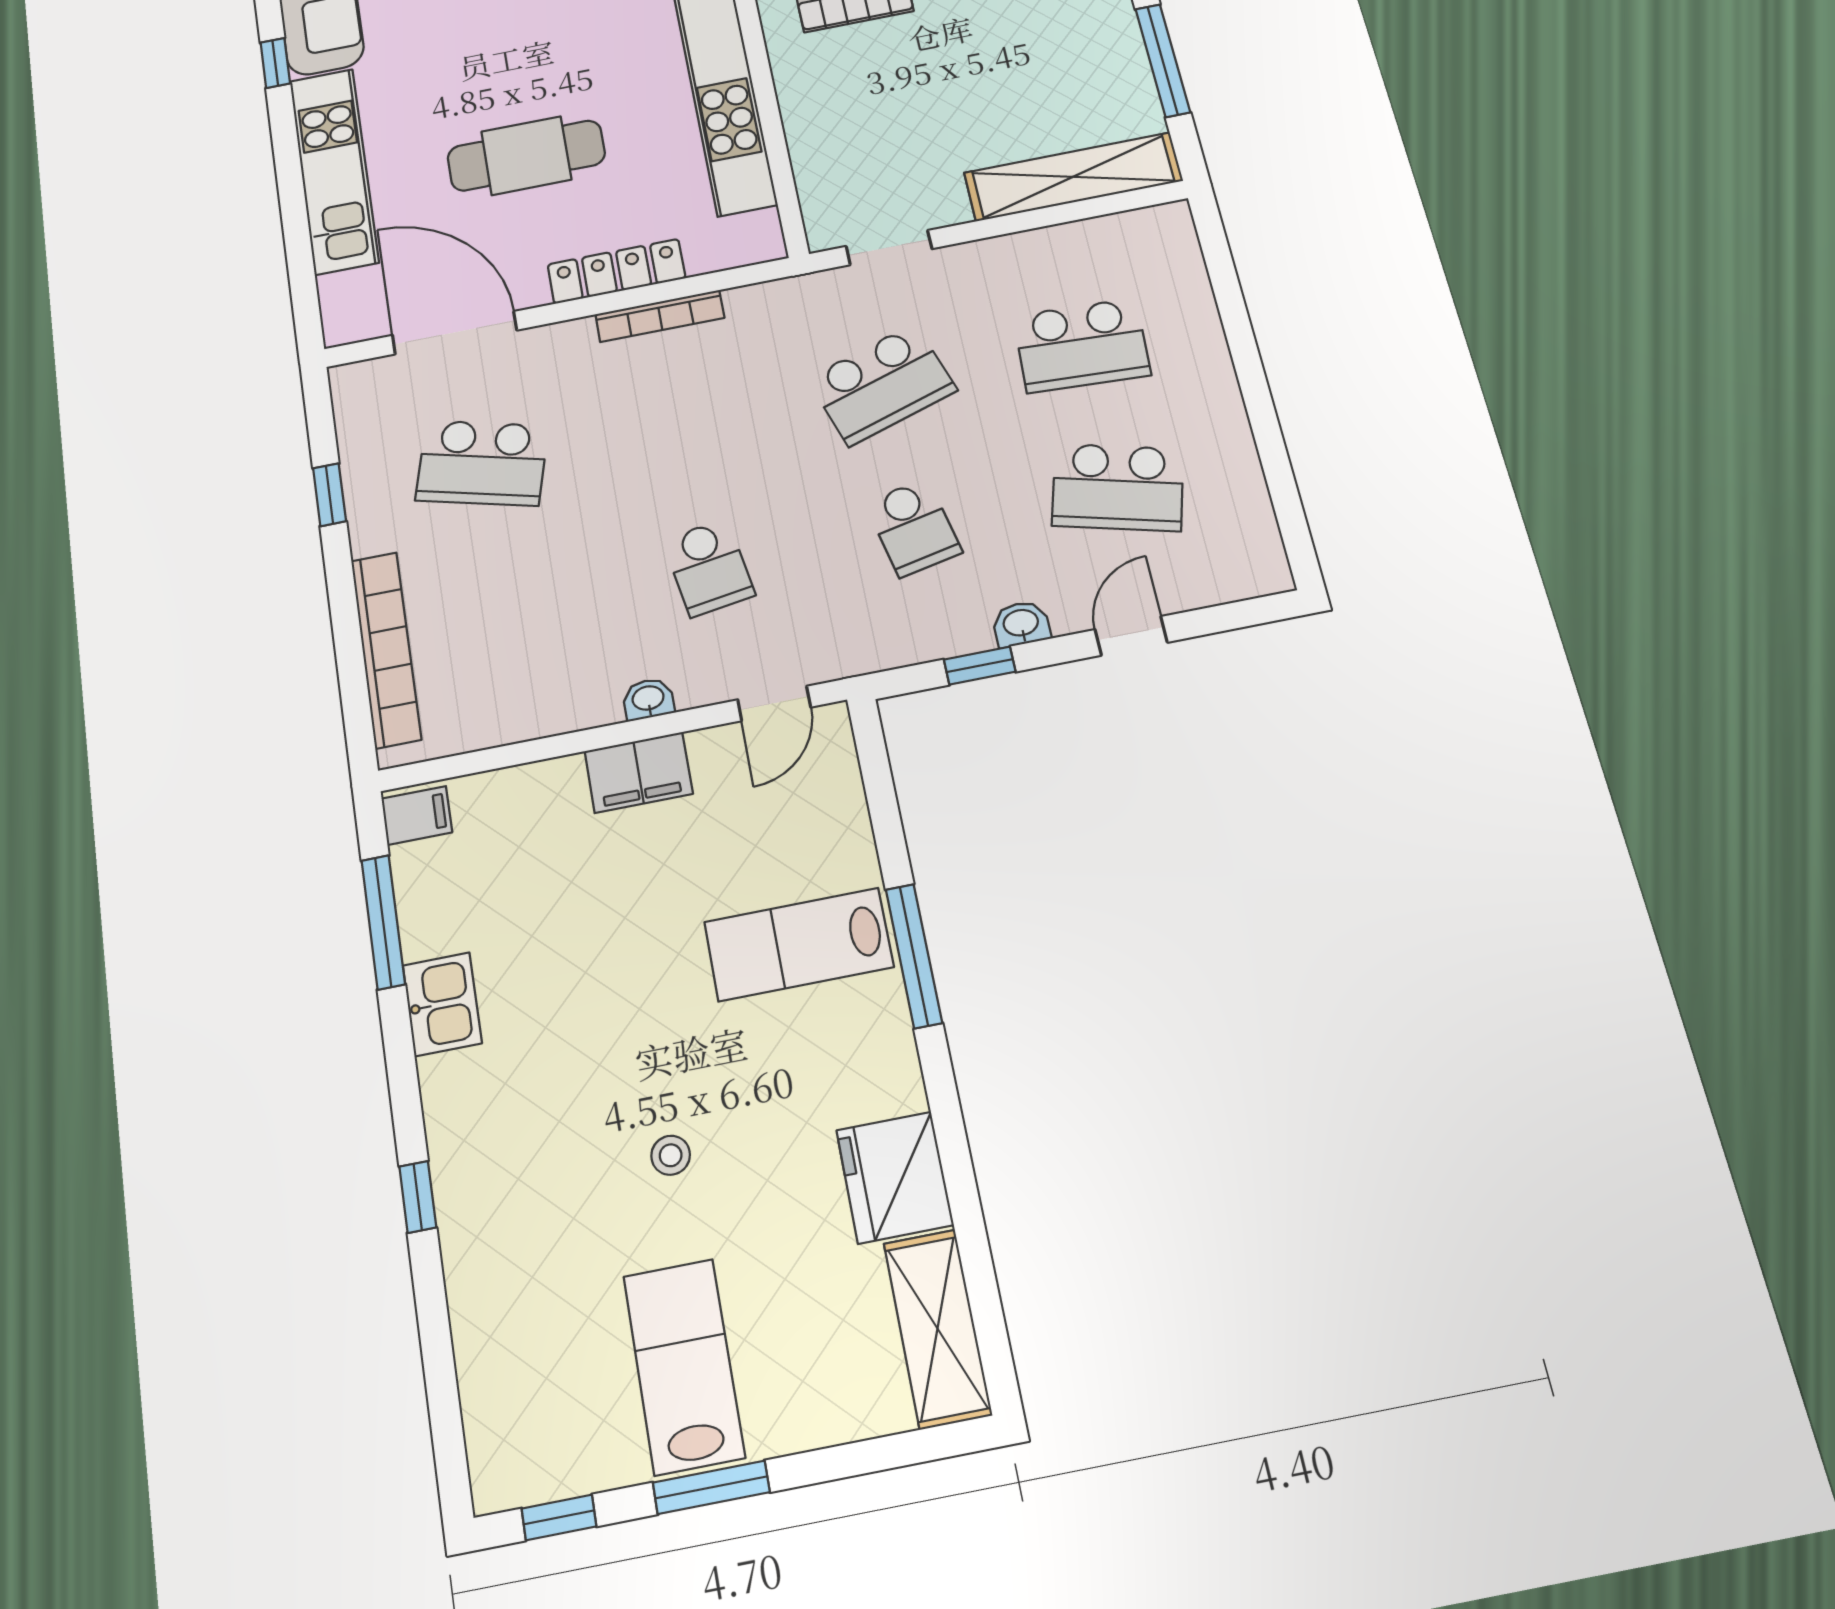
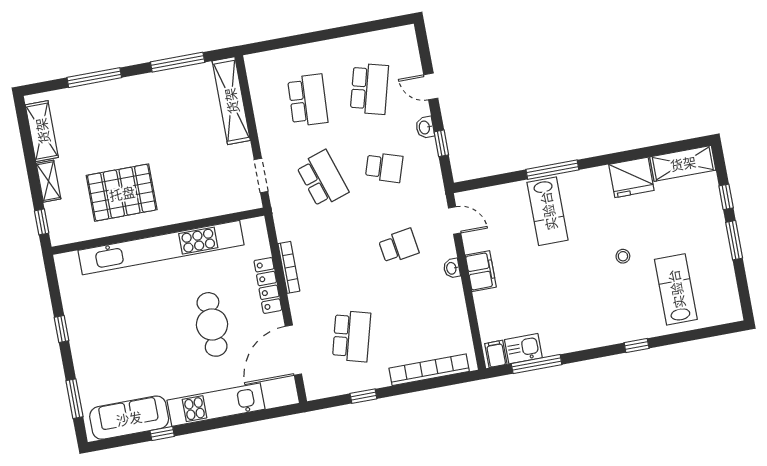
school desk: (913, 527) -> (384, 167), turned 30
kitchen sink: (442, 1004) -> (523, 349), moved
lab bench: (684, 1366) -> (676, 289), moved, turned 90
window: (559, 1517) -> (726, 197), moved

